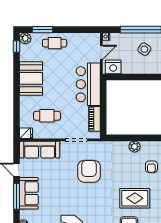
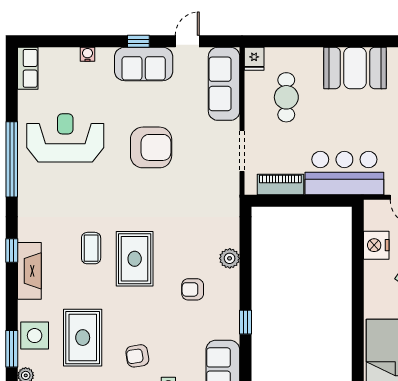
nightstand: (113, 67) -> (376, 245), moved
armchair: (89, 171) -> (151, 147), moved
window: (17, 196) -> (138, 41), width x0.46

